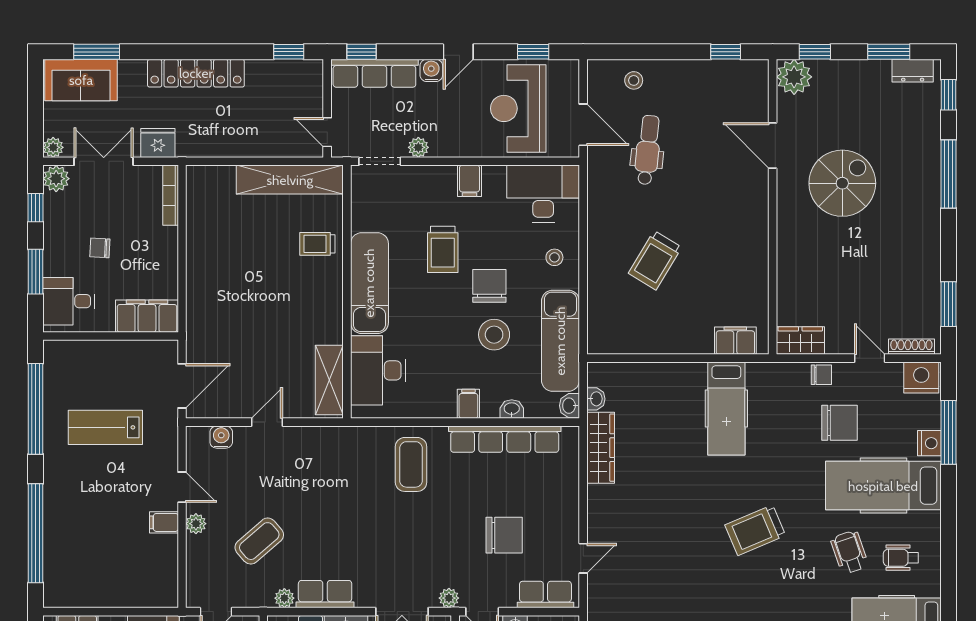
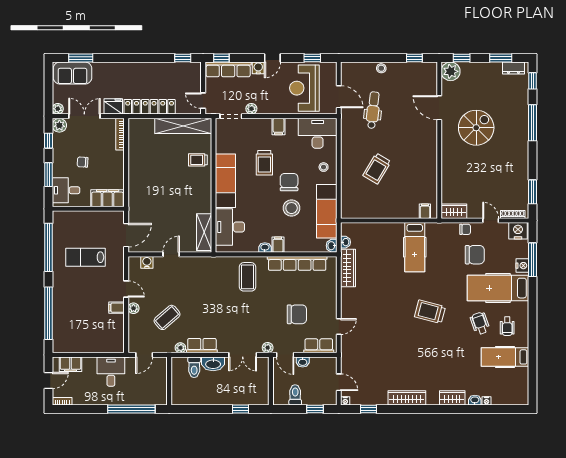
locker: (196, 73) -> (150, 107), moved, turned 180
stool: (634, 80) -> (381, 68), moved
filing cabinet: (735, 341) -> (425, 211), width x0.50
washbasin: (512, 409) -> (265, 247), moved
trolley: (755, 530) -> (430, 312), turned 38
wheelchair: (901, 558) -> (507, 326), turned -90

